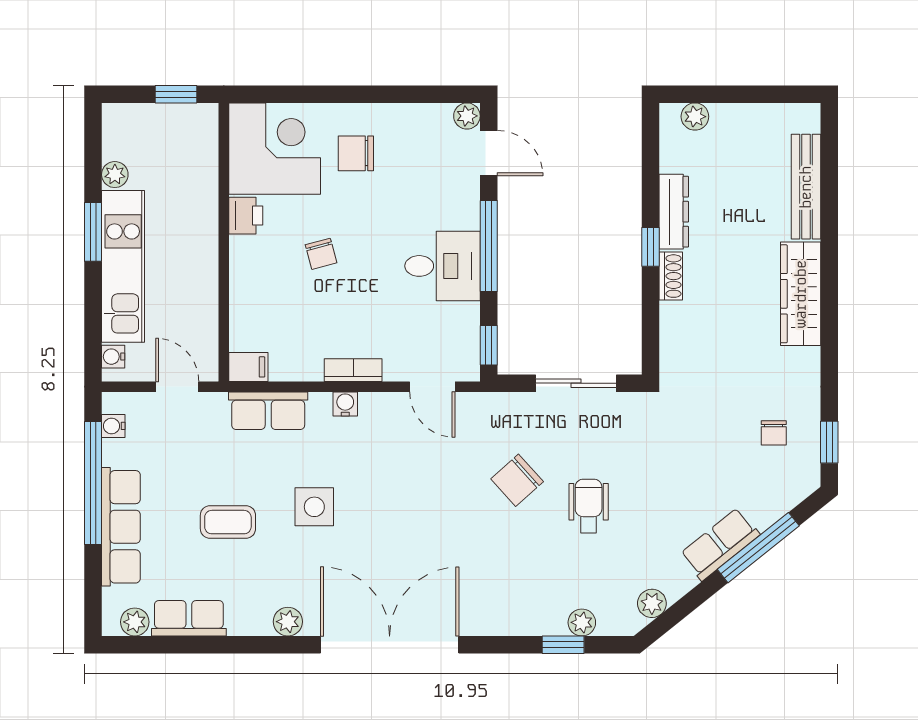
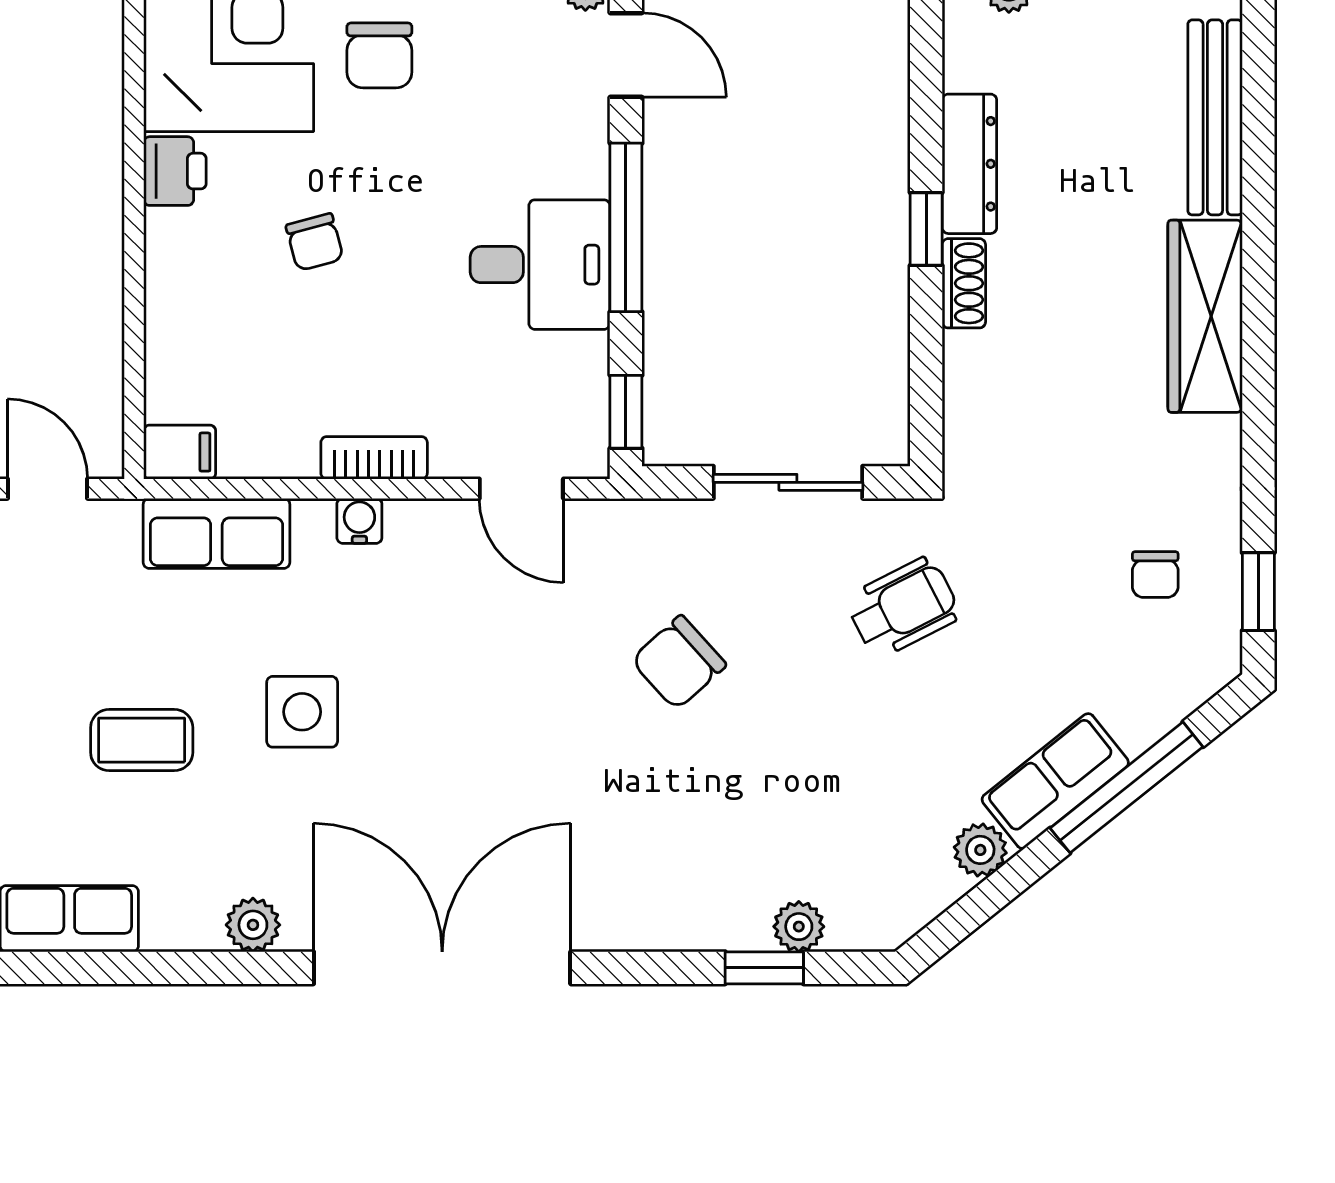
chair: (356, 153) -> (379, 55), turned -90
wheelchair: (589, 506) -> (903, 607), moved, turned 63
plant: (652, 603) -> (980, 850), moved

